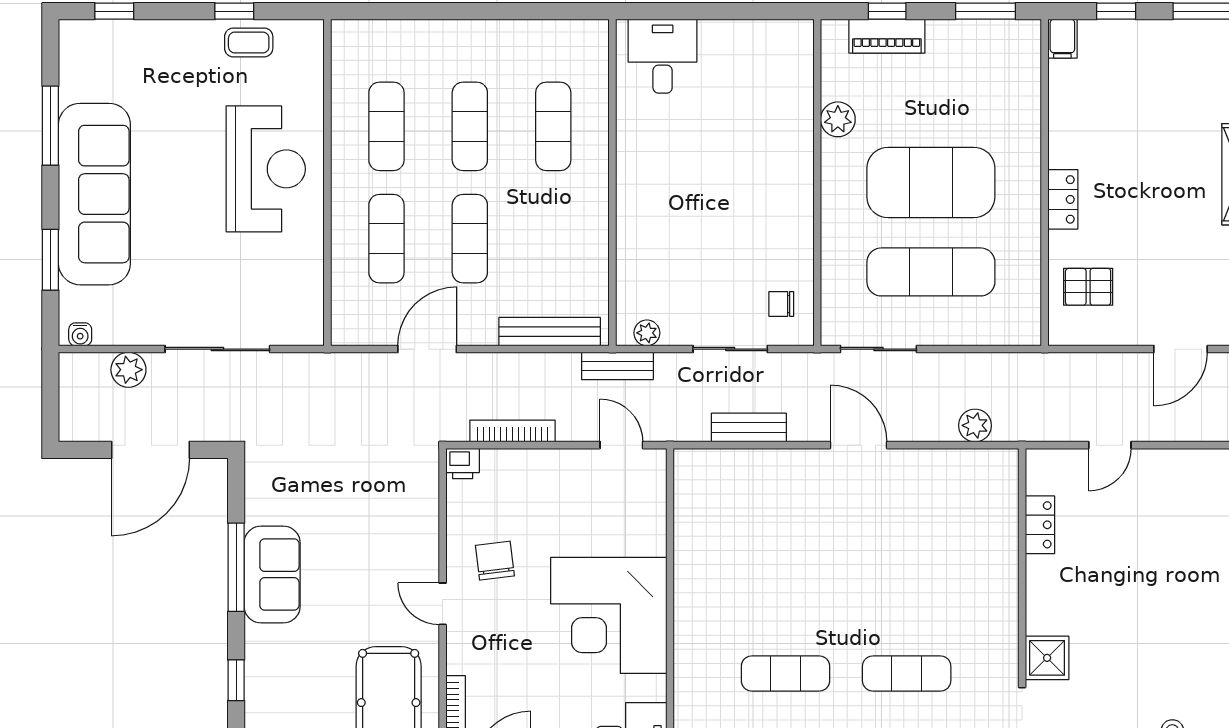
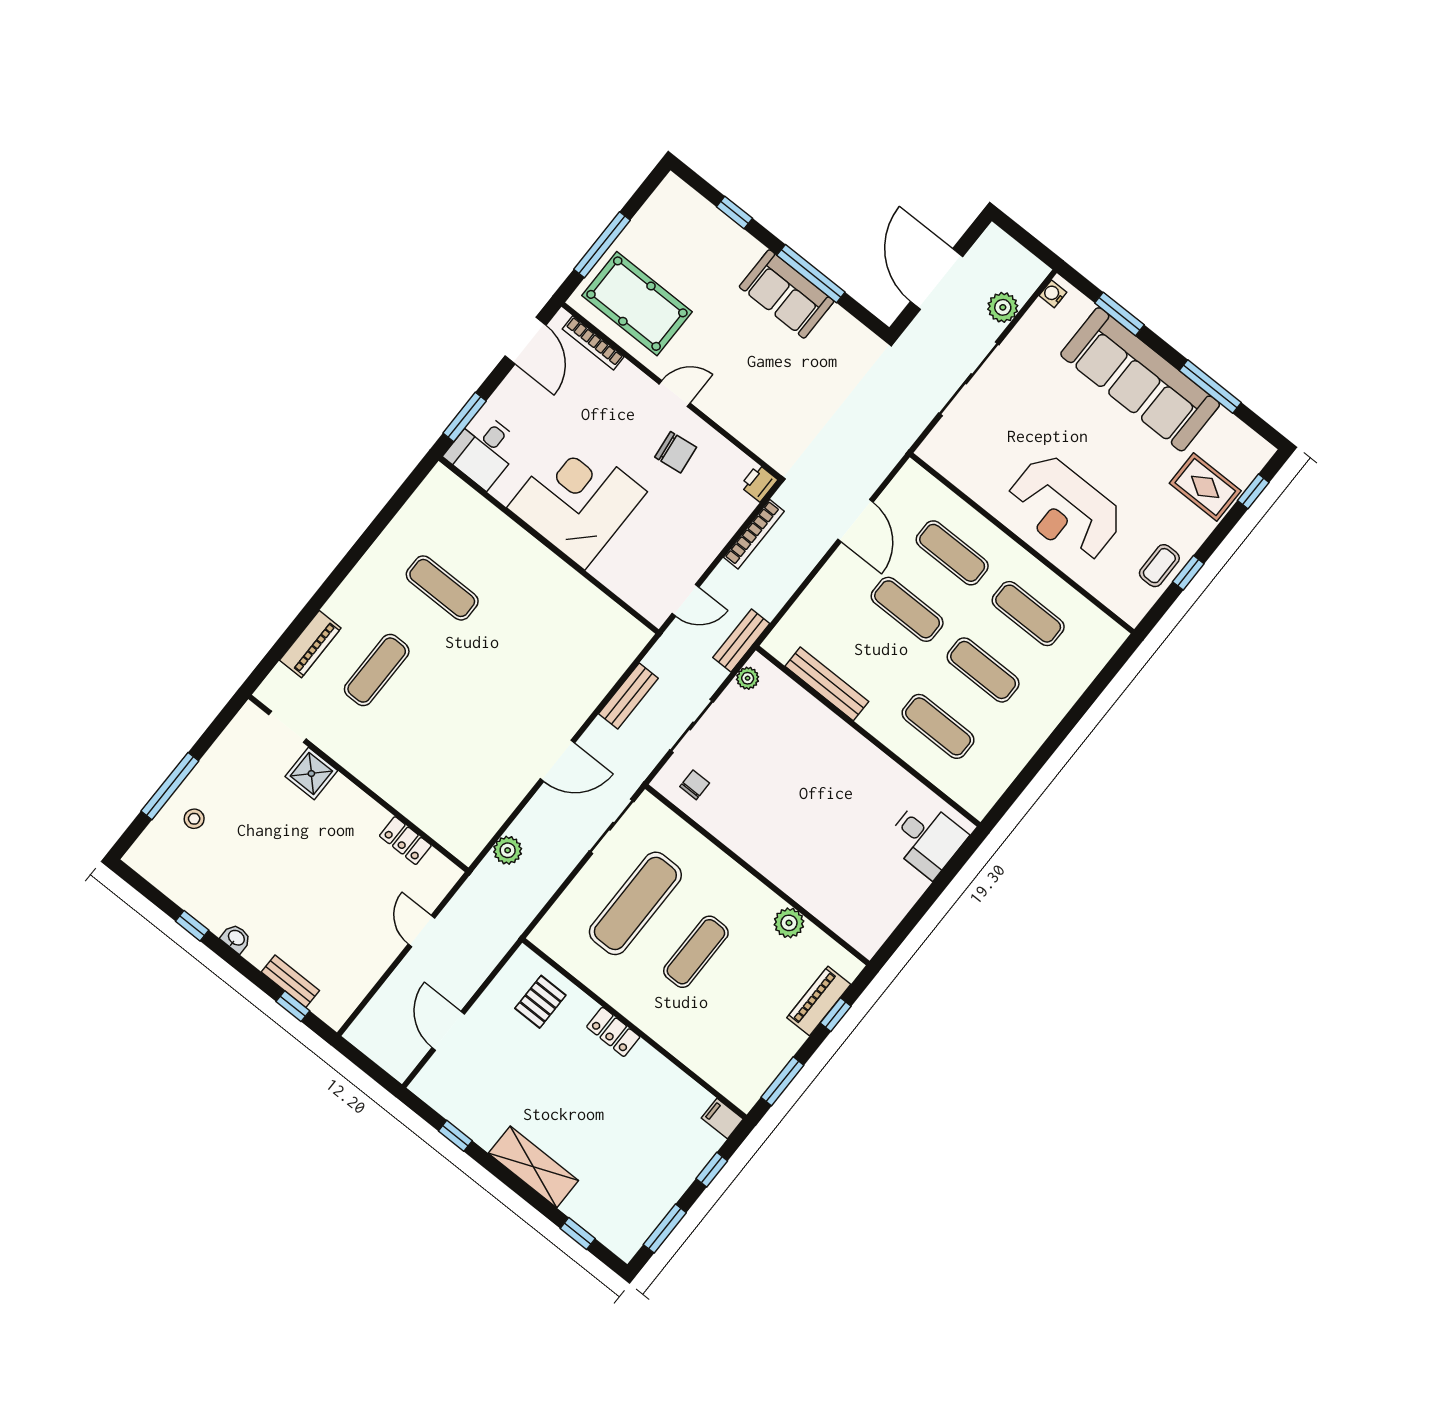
rug: (145, 58) -> (1205, 487), added
exercise mat: (931, 183) -> (696, 952), width x0.50, depth x0.69
bench: (550, 332) -> (827, 684), moved, turned 90
exercise mat: (785, 673) -> (442, 588), turned 90

